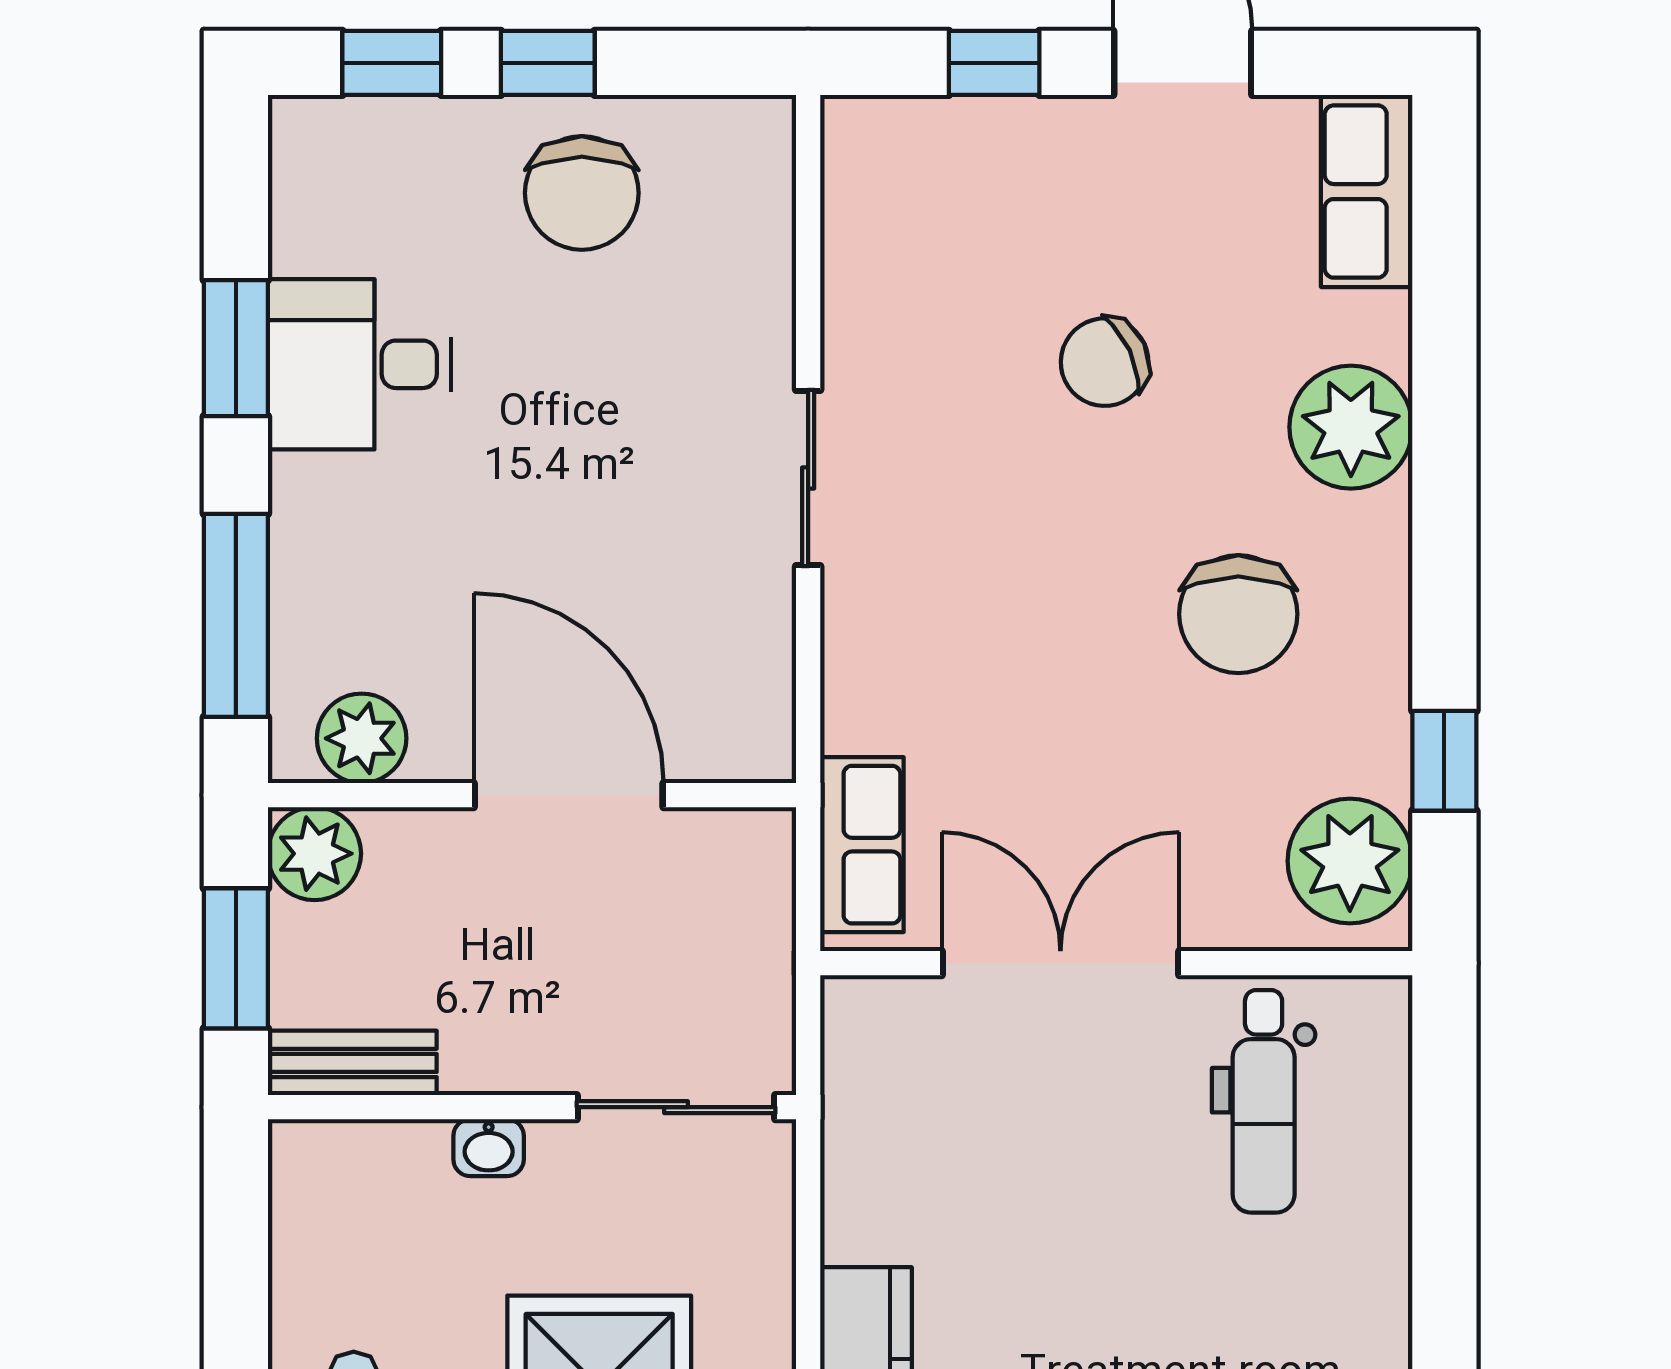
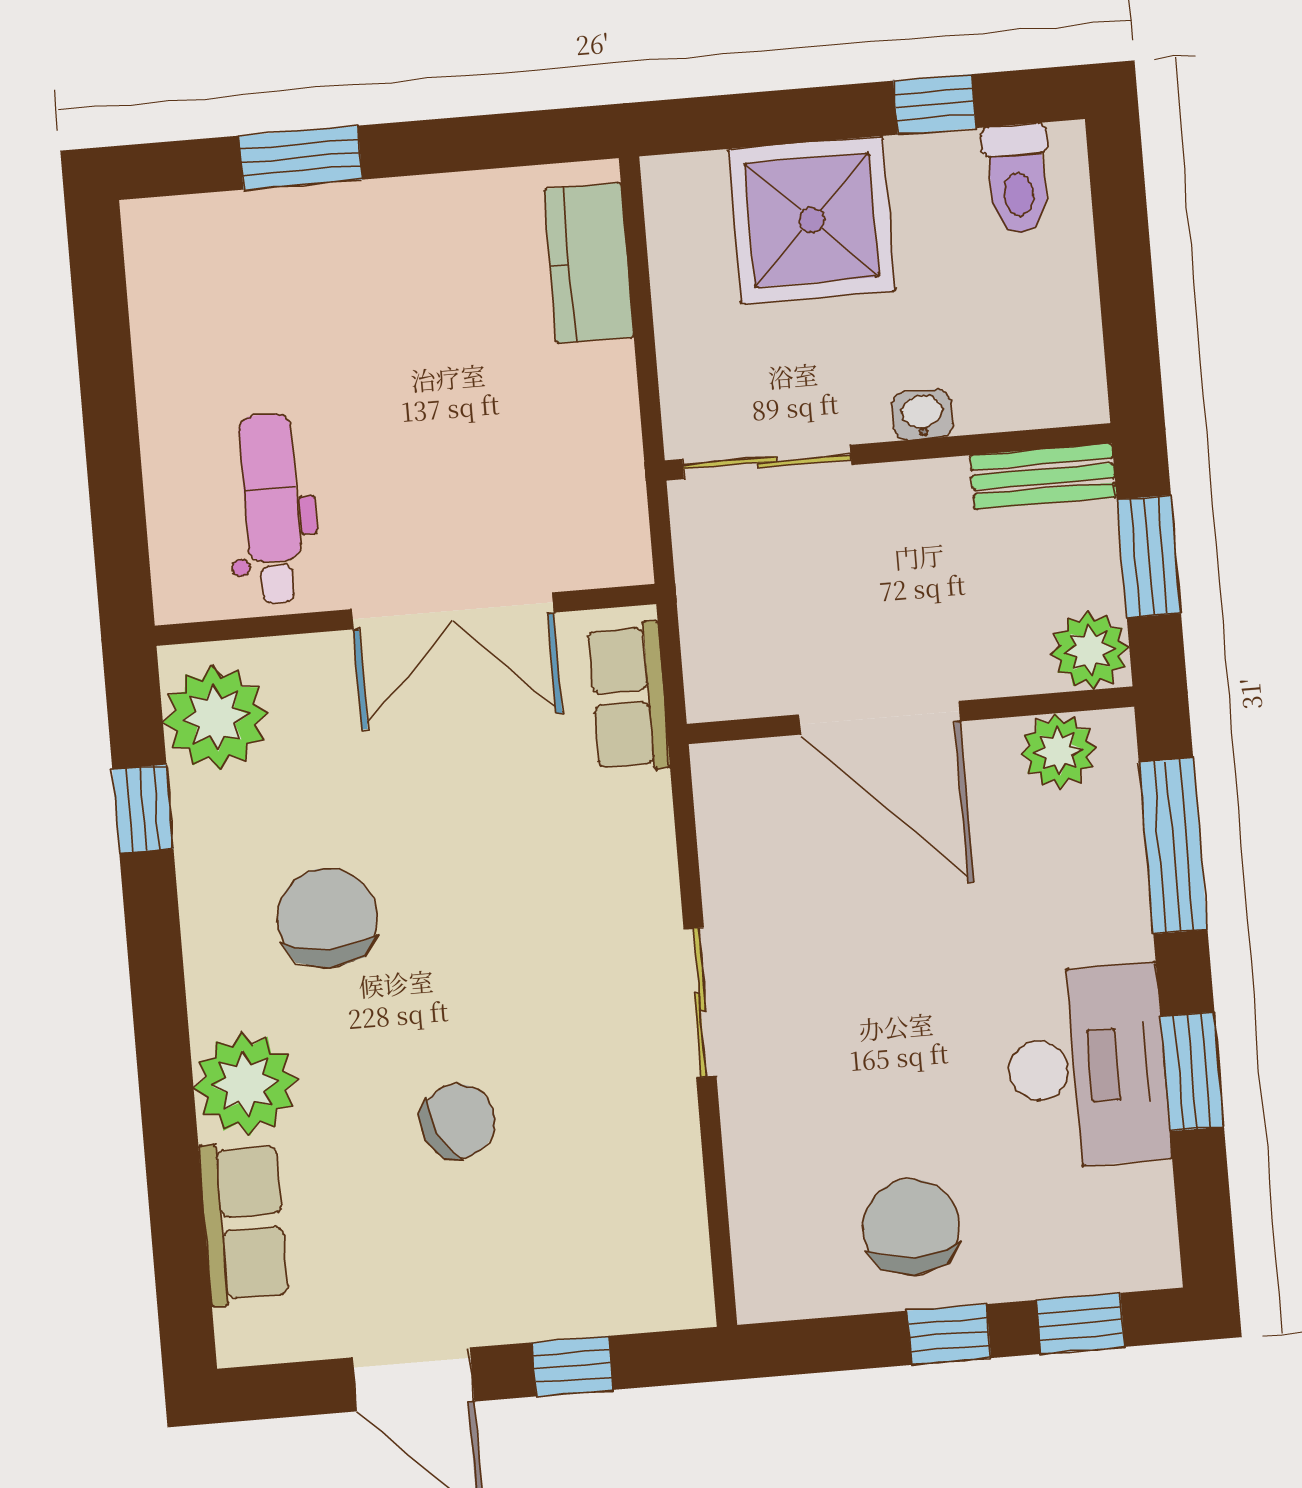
row of seats: (1367, 192) -> (244, 1223), moved
desk: (360, 364) -> (1087, 1067), width x1.37

